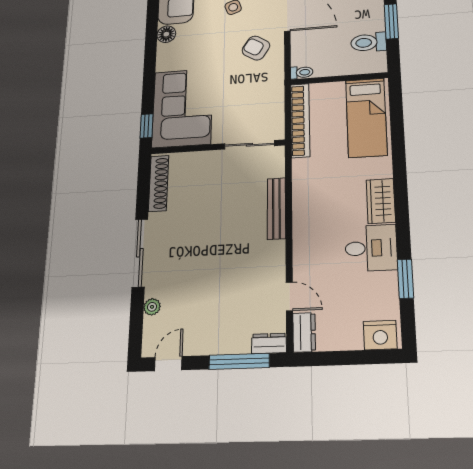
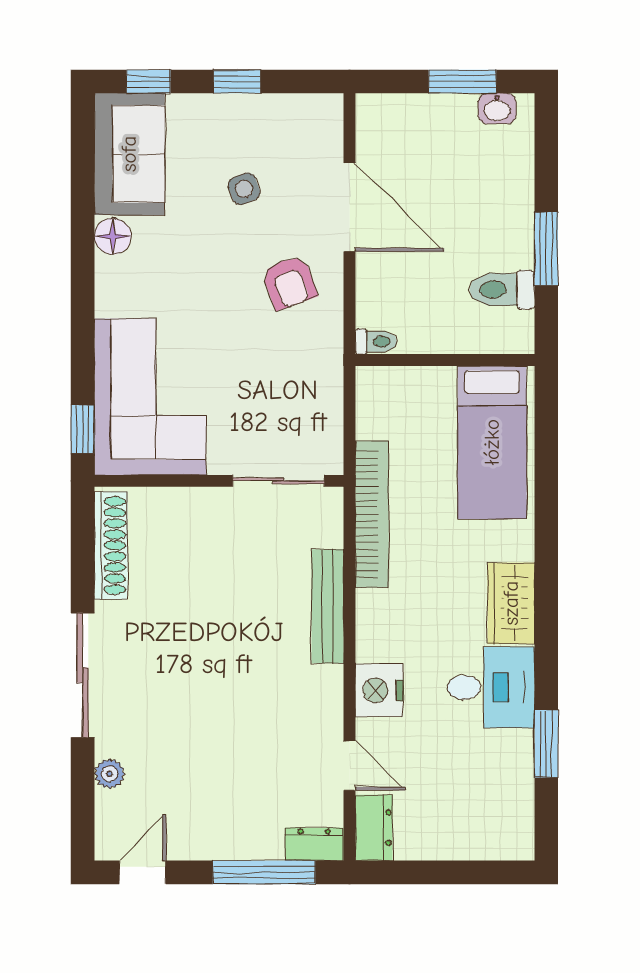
armchair: (256, 48) -> (289, 282), turned -142
bookcase: (300, 120) -> (372, 514), moved
nightstand: (380, 335) -> (379, 690), moved, turned 90

